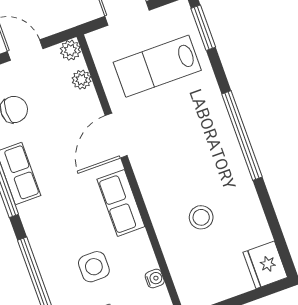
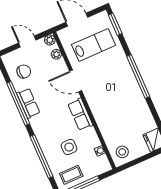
lab bench: (157, 66) -> (94, 45), turned 180
door: (116, 136) -> (76, 81), hinge flipped
stool: (201, 217) -> (122, 152), moved

